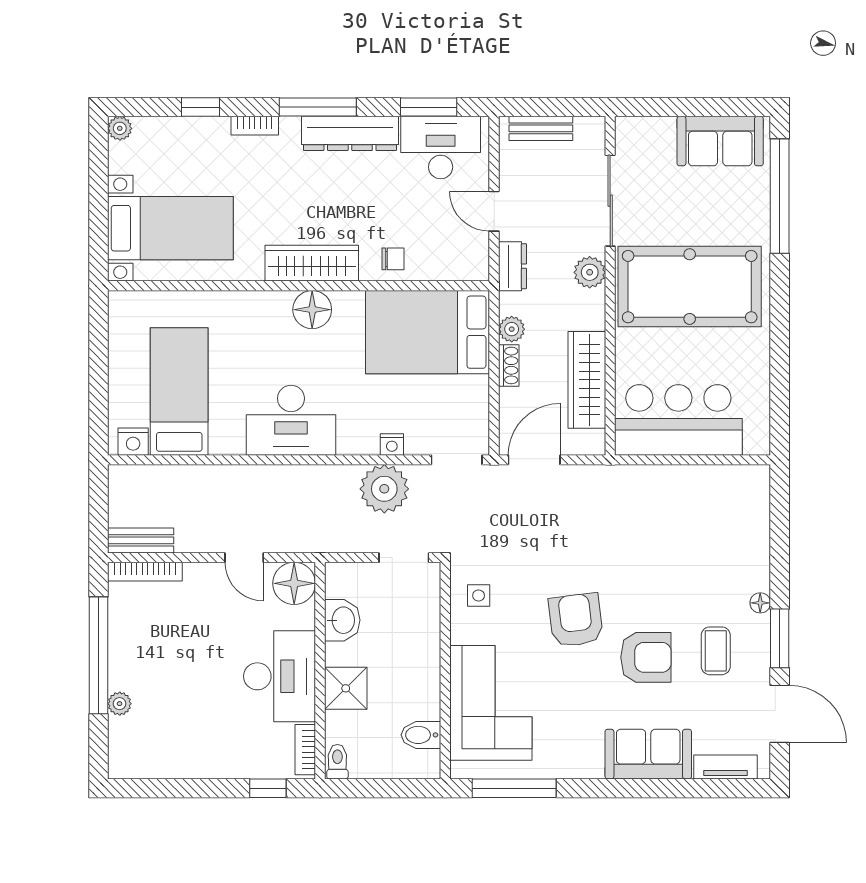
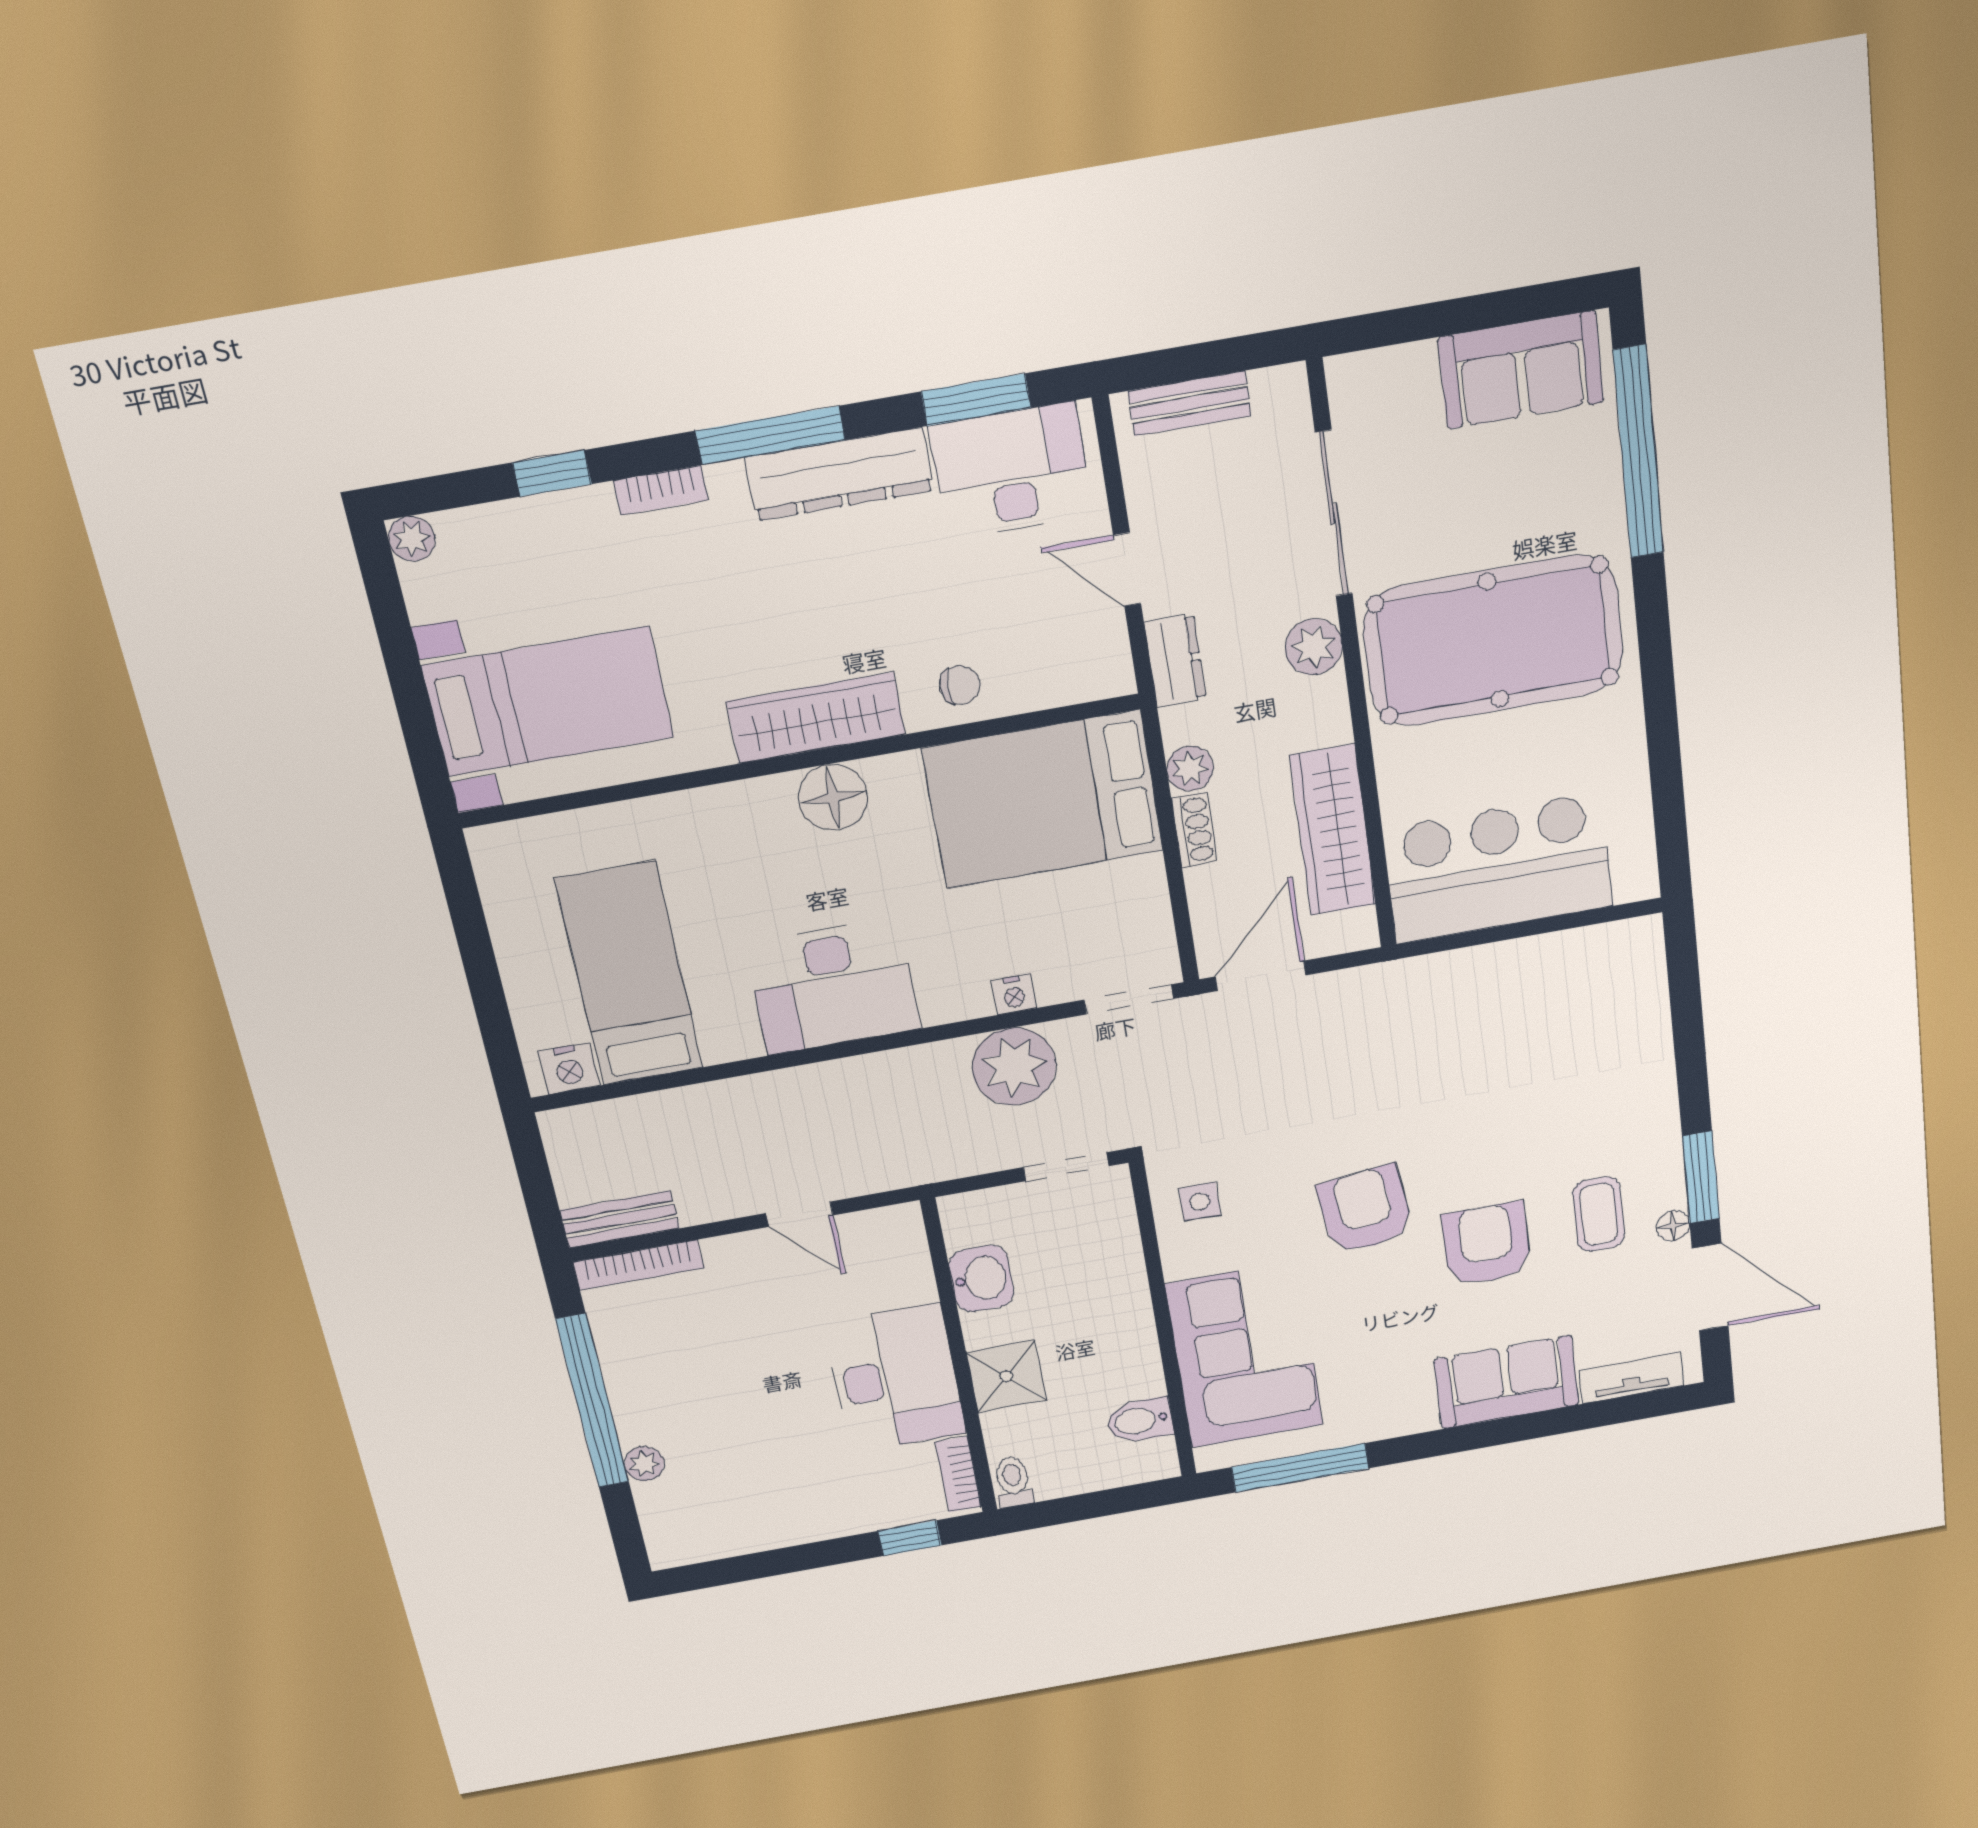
floor lamp: (294, 583) -> (891, 1238), removed
floor lamp: (760, 603) -> (1673, 1226), moved
armchair: (646, 657) -> (1486, 1244), turned -90

